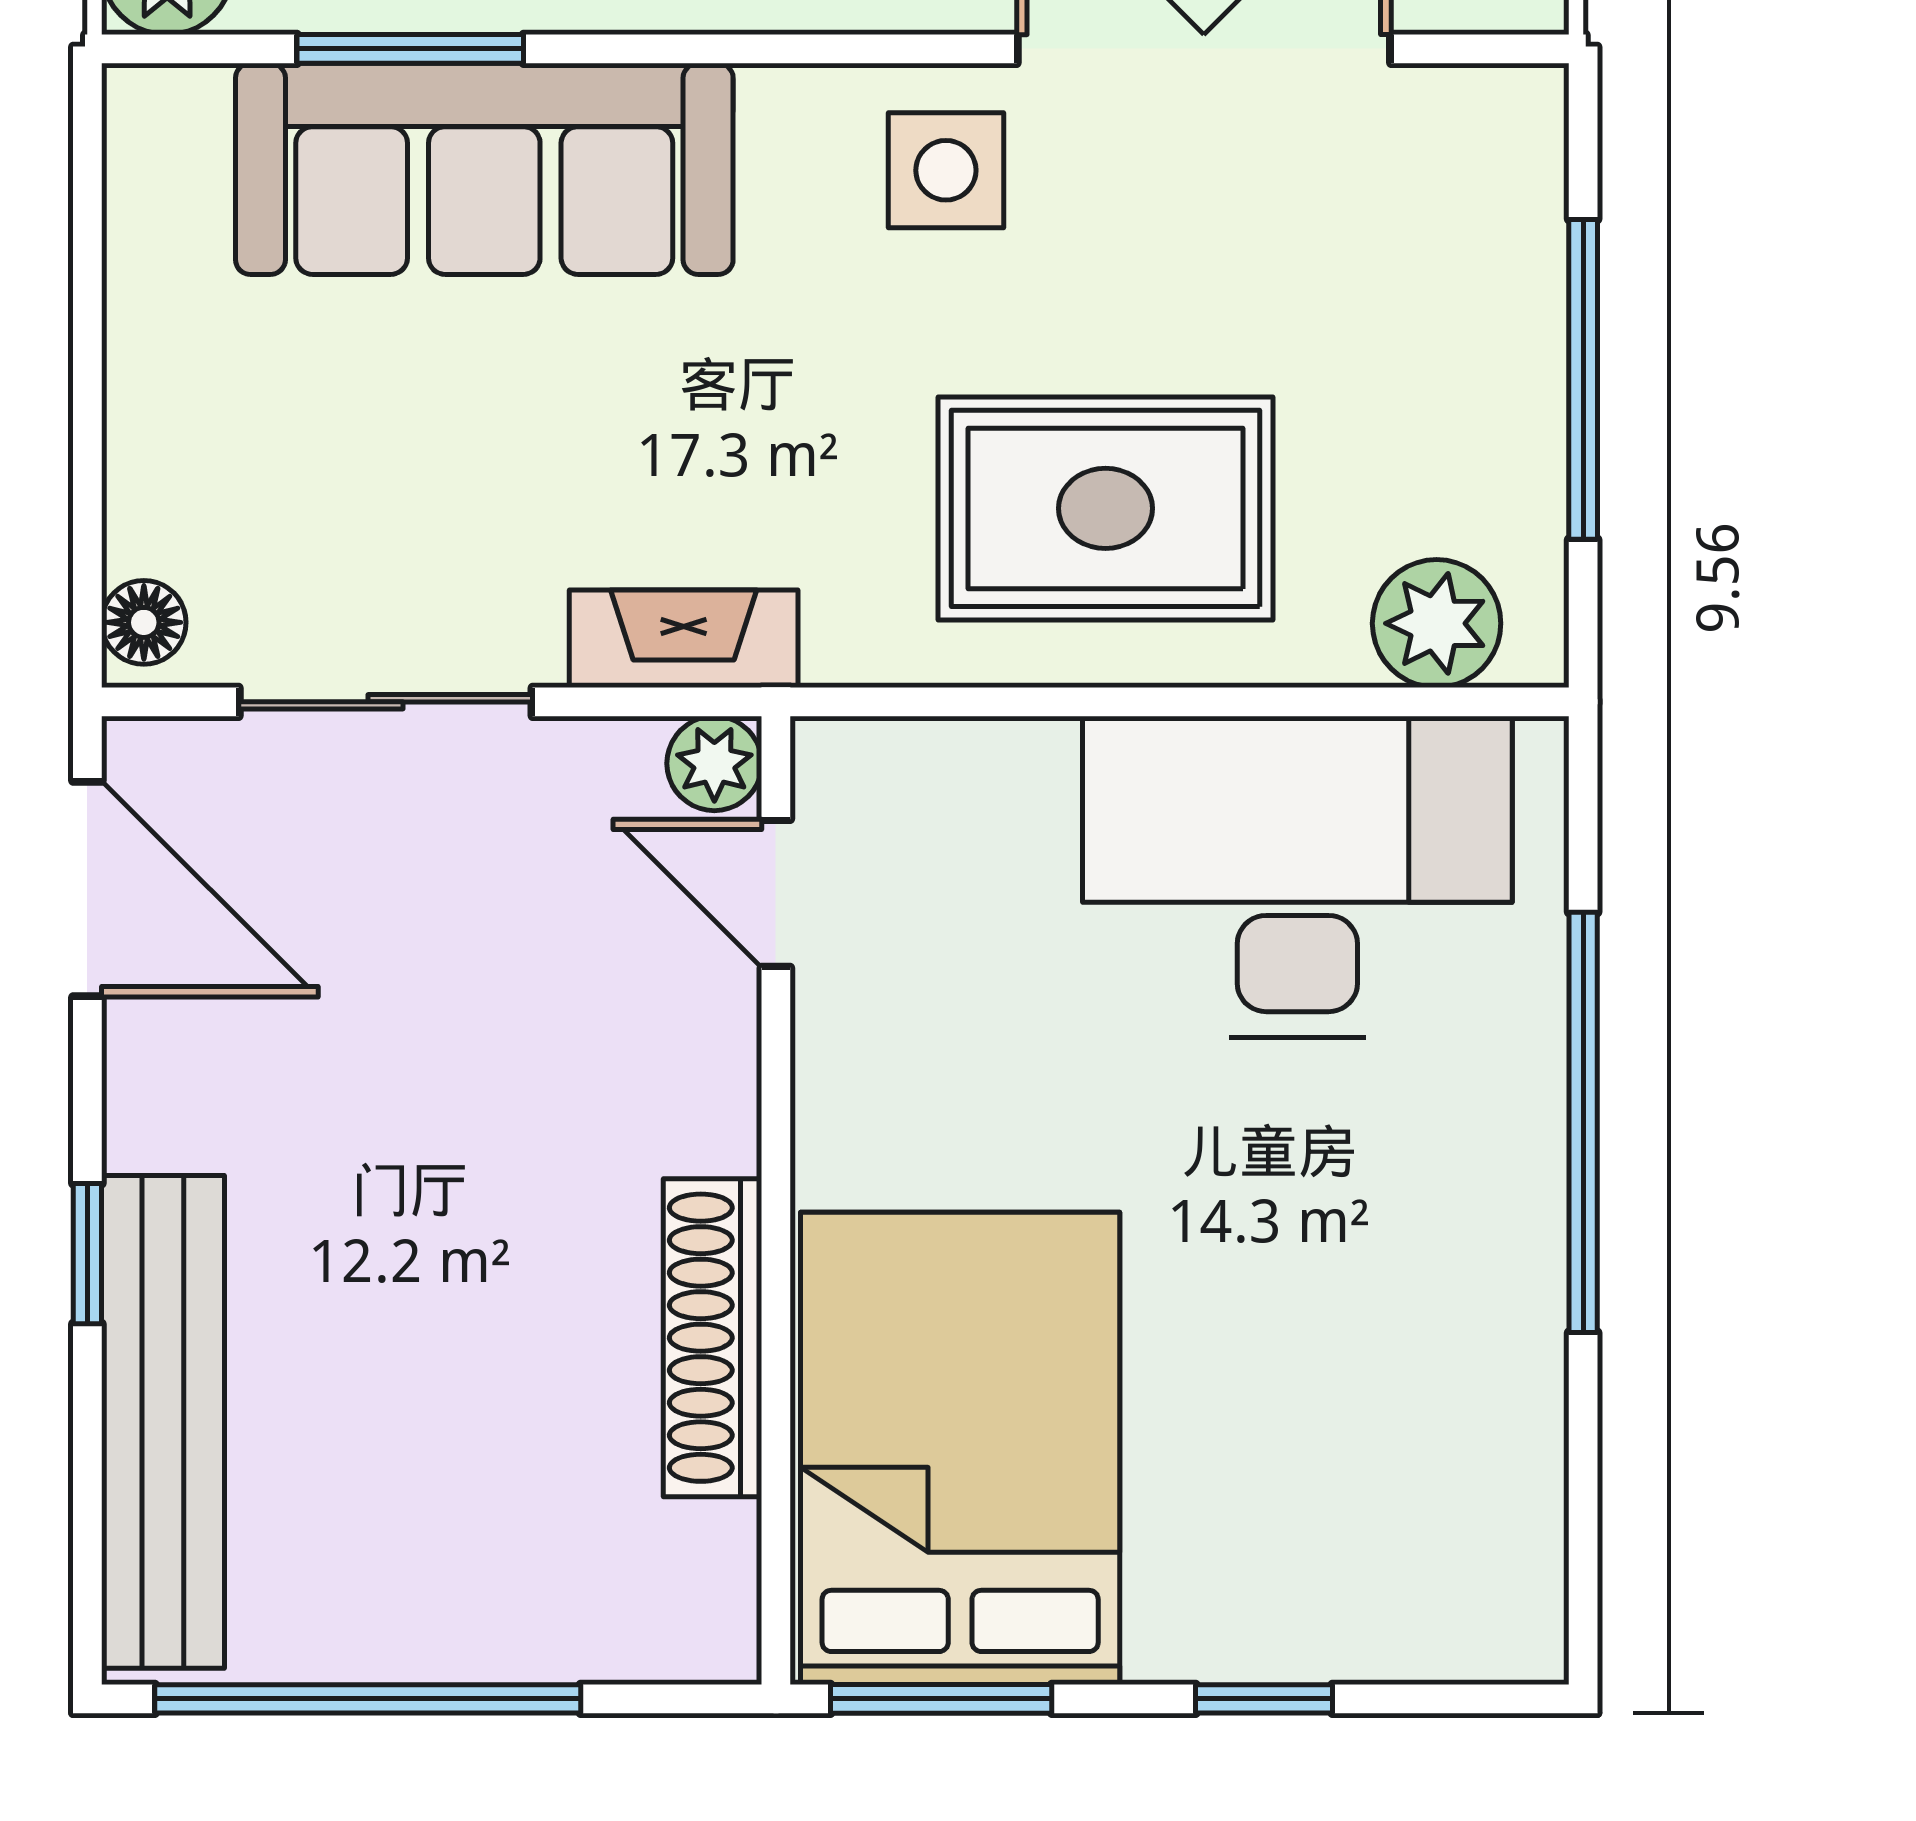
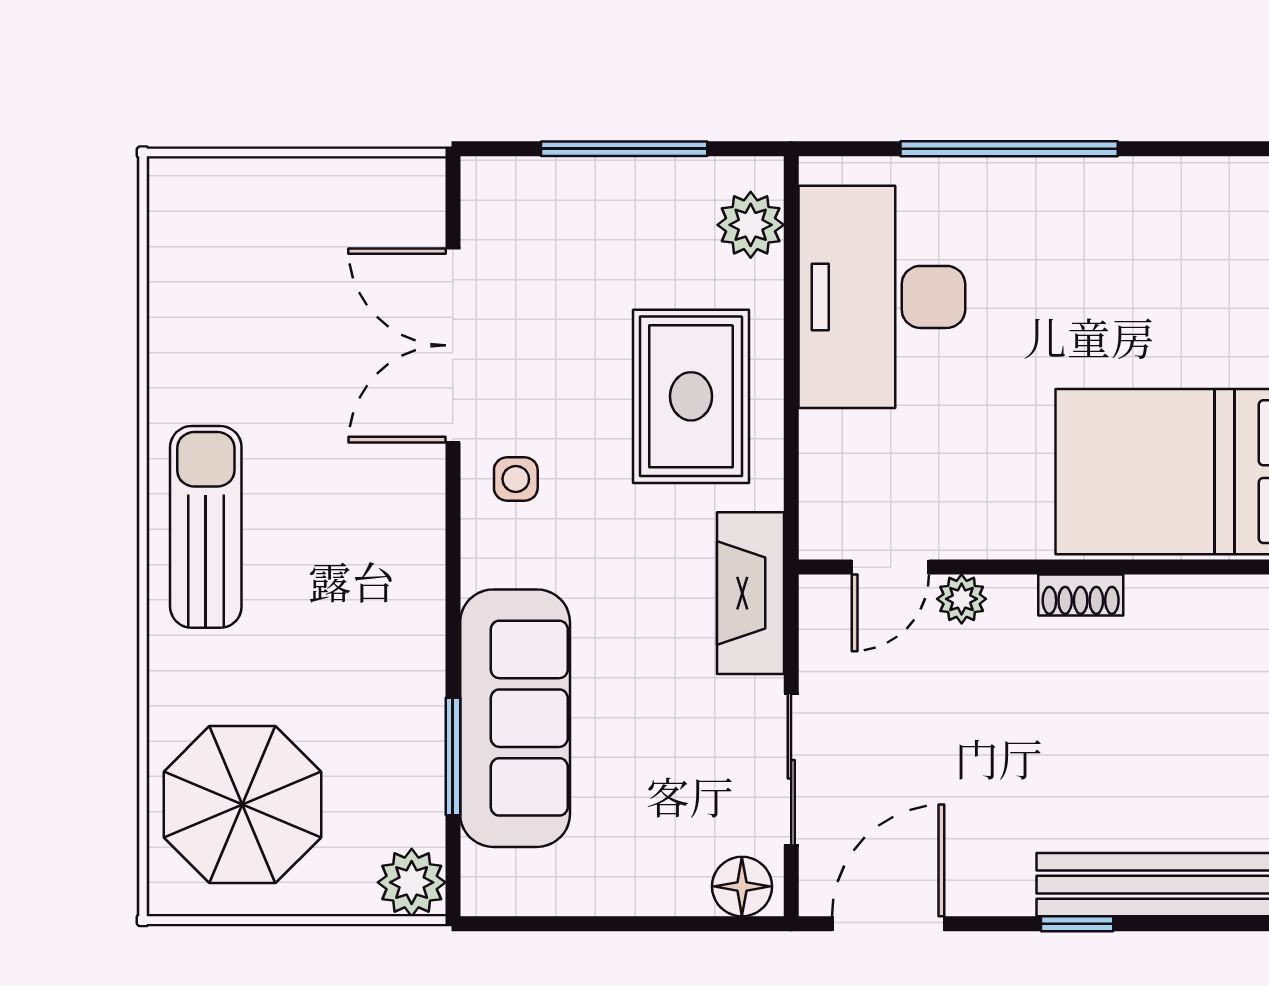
side table: (946, 170) -> (516, 479), width x0.73, depth x0.73
floor lamp: (144, 622) -> (742, 886), width x1.37, depth x1.37
fireplace: (684, 639) -> (751, 593), width x1.37, depth x1.32
plant: (714, 763) -> (962, 599), moved
shoe rack: (713, 1338) -> (1081, 595), width x0.51, depth x0.81

